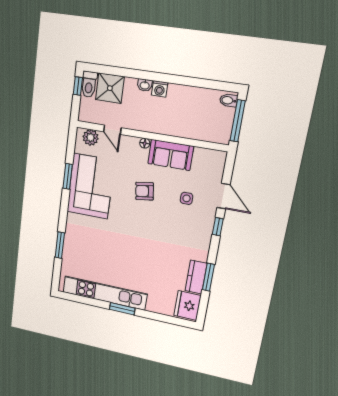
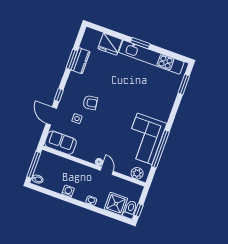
washing machine: (160, 89) -> (68, 191), moved
door: (112, 130) -> (107, 171), moved
sofa: (171, 155) -> (61, 143), moved
window: (68, 176) -> (160, 149), width x2.11
armchair: (144, 191) -> (90, 103), moved
window: (60, 245) -> (184, 84), moved
fridge: (187, 305) -> (110, 44), moved, turned 90

